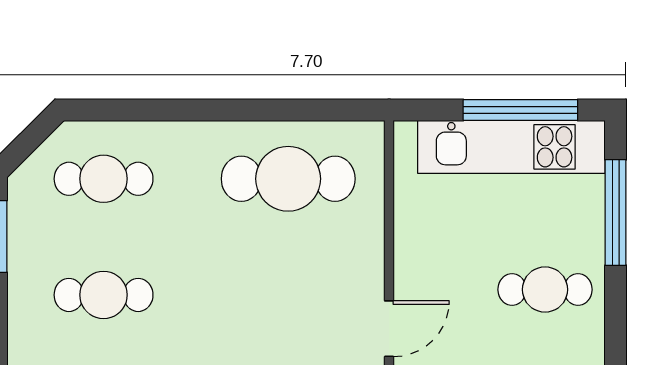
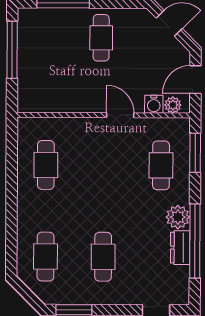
kitchen unit: (511, 147) -> (30, 54), removed
cafe table: (288, 179) -> (46, 165), width x0.73, depth x0.74

